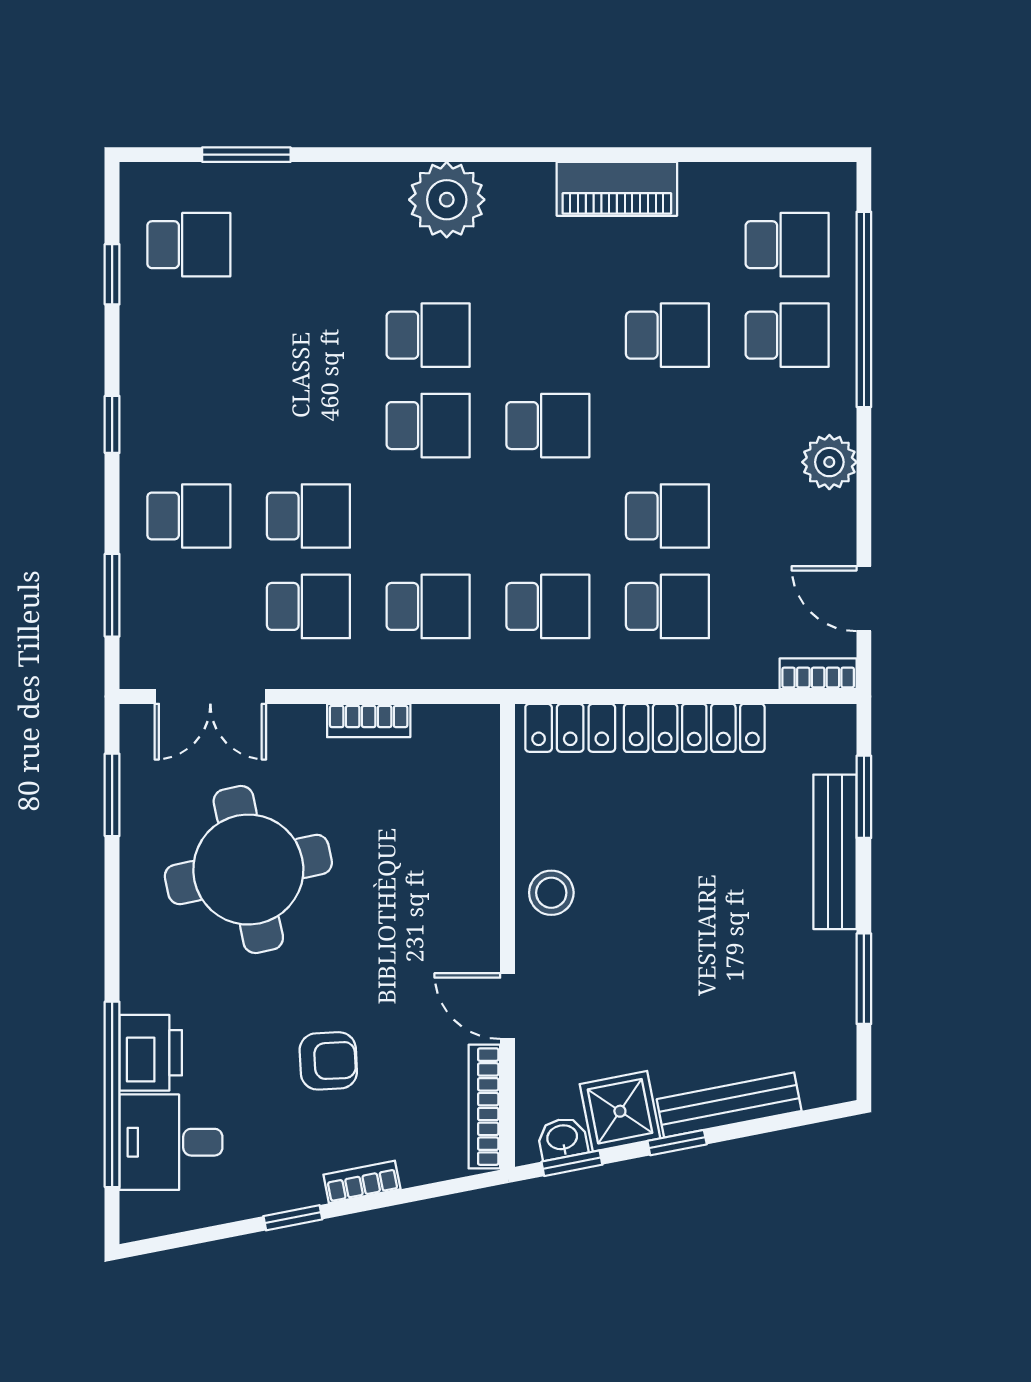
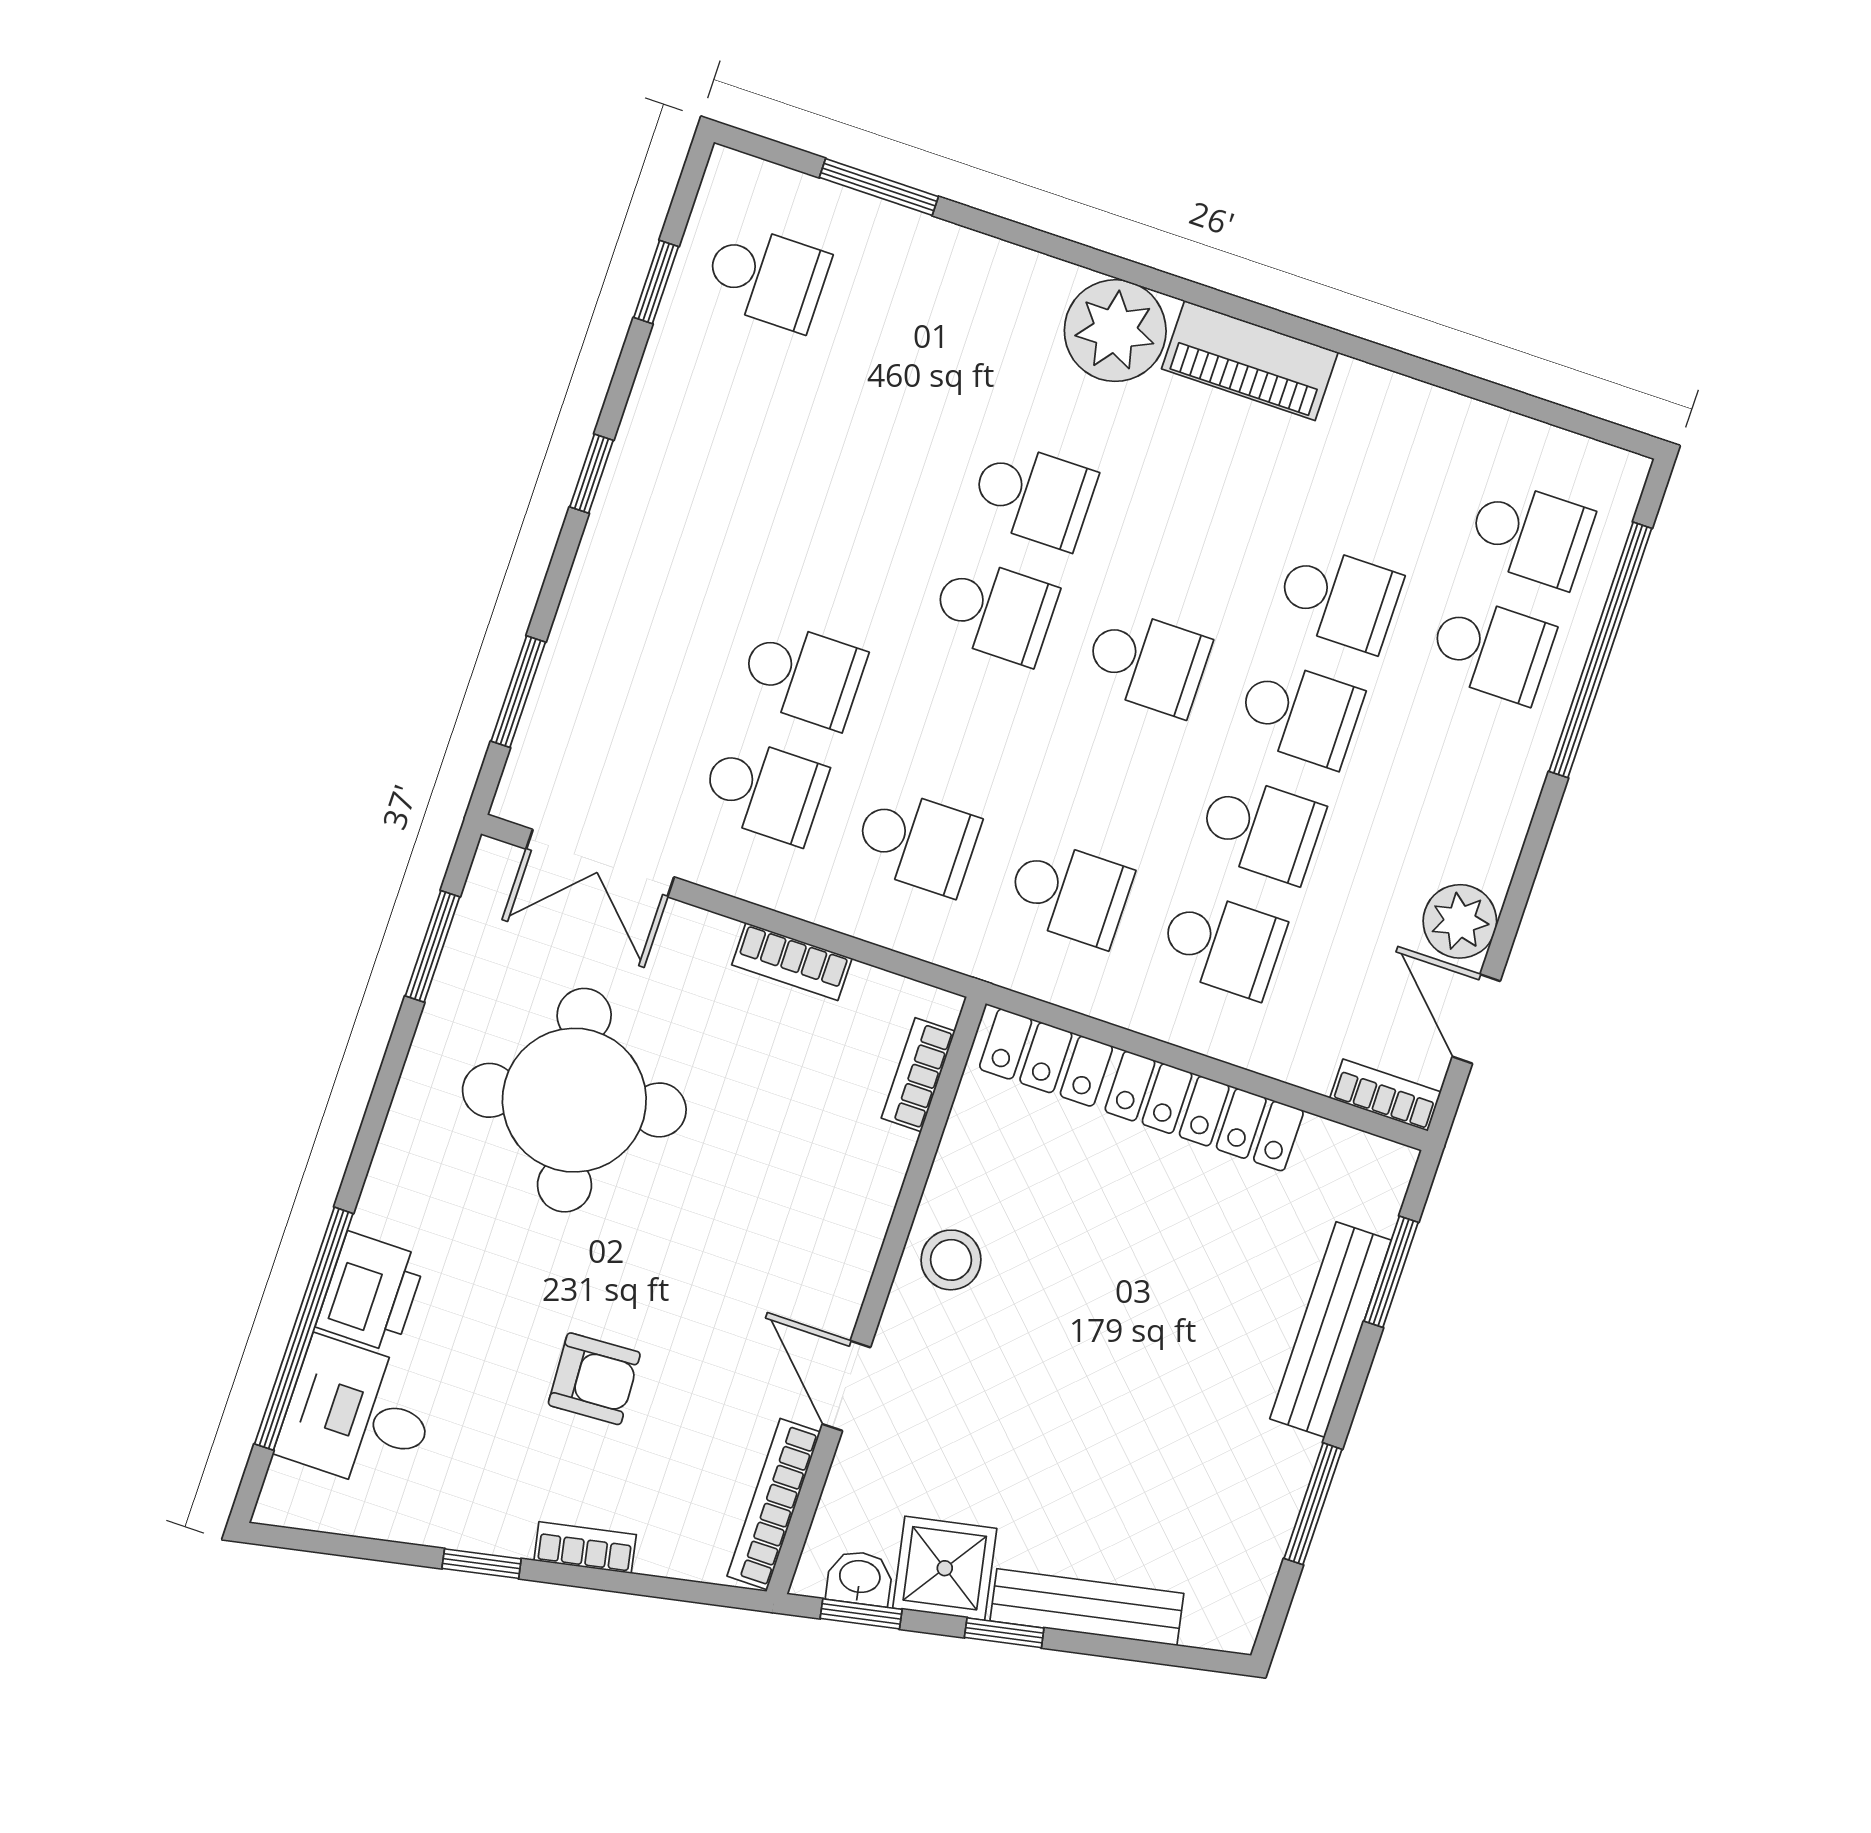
piano: (617, 189) -> (1250, 360), moved
plant: (829, 462) -> (1460, 921), moved
school desk: (189, 516) -> (1300, 714), moved
bookcase: (484, 770) -> (918, 1075), added

